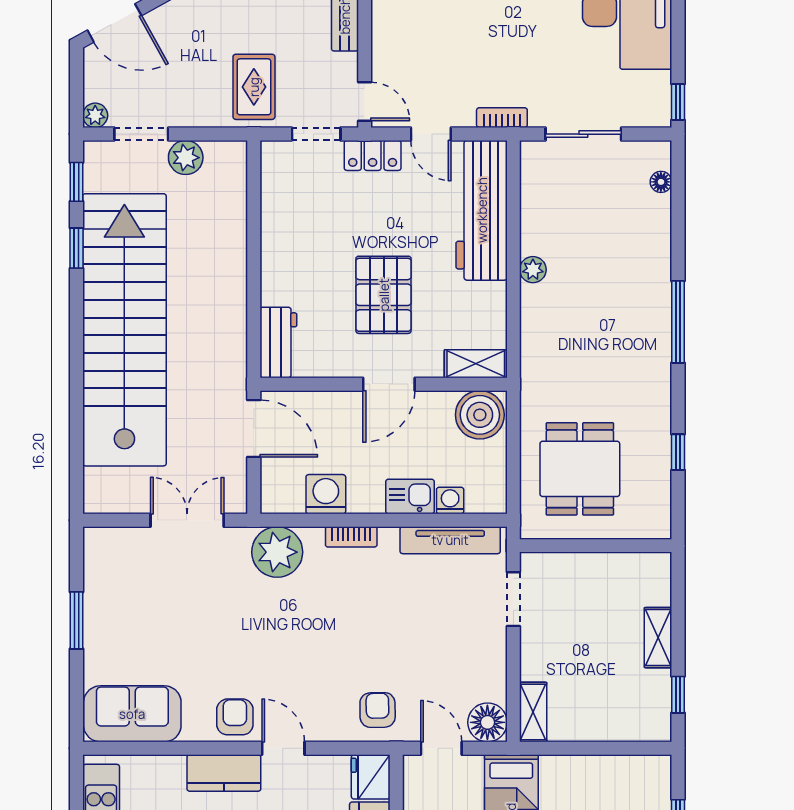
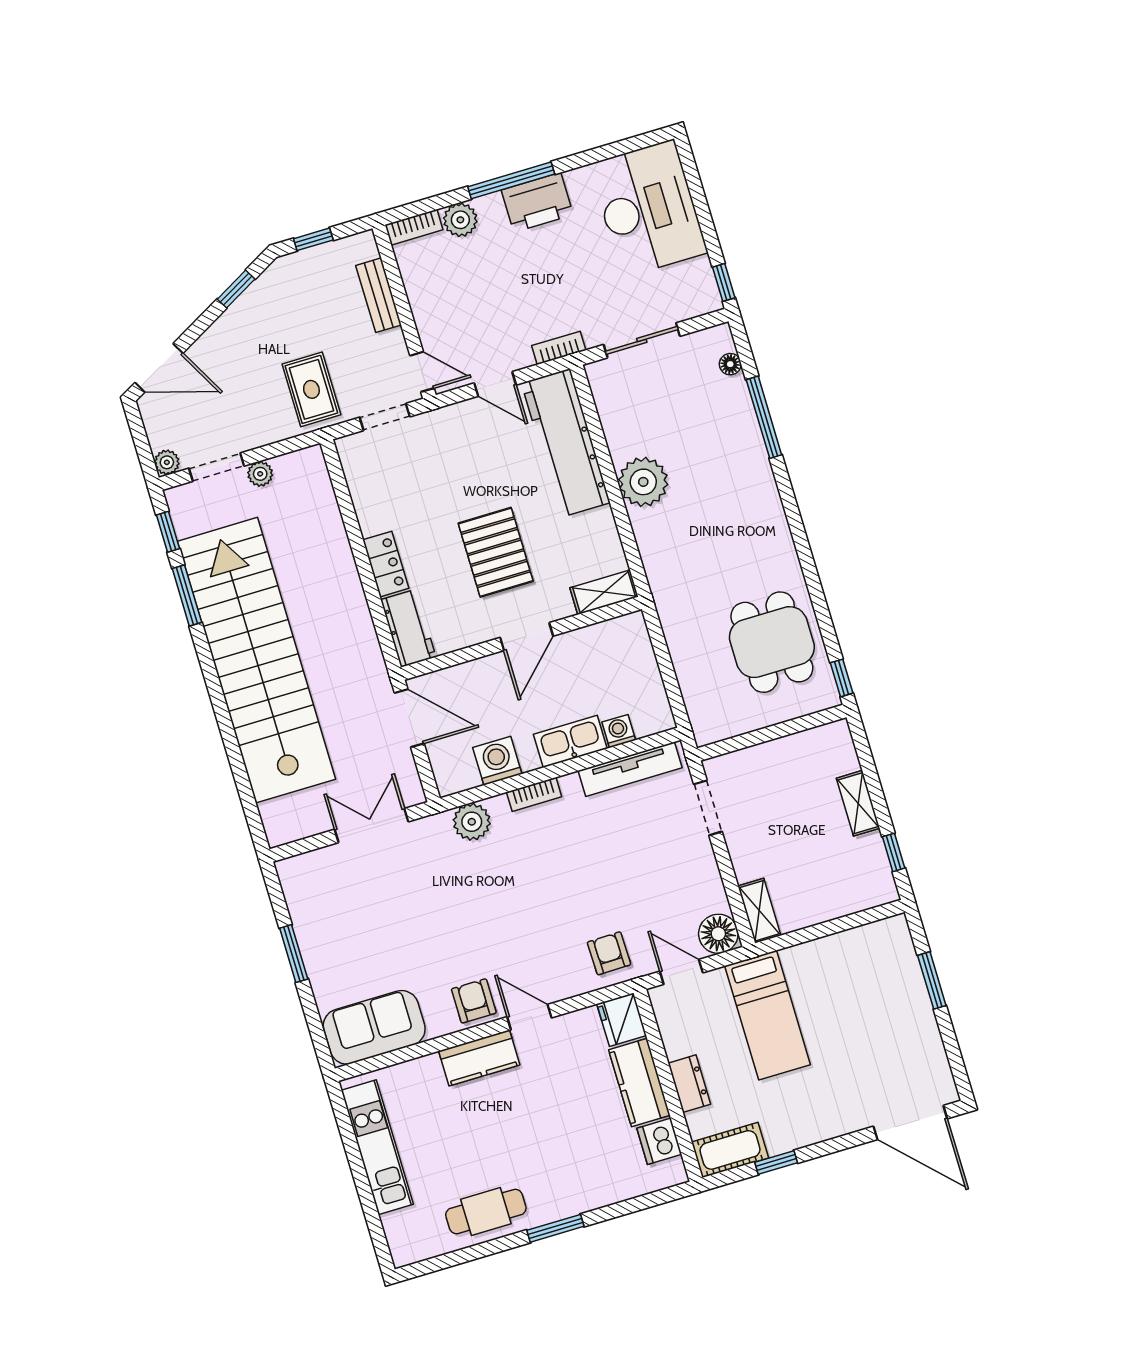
locker: (373, 155) -> (386, 564), moved, turned -90
plant: (186, 158) -> (260, 474), width x0.73, depth x0.73
window: (76, 248) -> (187, 595), width x1.50
plant: (533, 270) -> (643, 482), width x1.87, depth x1.87
window: (678, 322) -> (764, 417), moved
boiler: (480, 415) -> (623, 640), removed
window: (678, 452) -> (842, 678), moved
dining table: (580, 469) -> (772, 642), moved
kitchen sink: (410, 497) -> (570, 741), width x1.38
plant: (277, 552) -> (472, 822), width x0.73, depth x0.73

